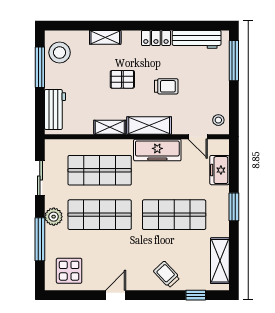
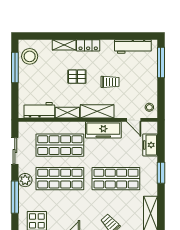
locker: (156, 38) -> (88, 45), moved
workbench: (55, 109) -> (39, 110), moved, turned -90

